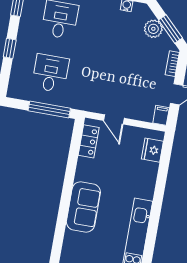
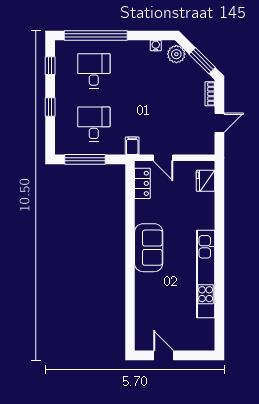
plant: (153, 29) -> (176, 54), moved
window: (49, 109) -> (85, 159), moved
filing cabinet: (161, 115) -> (132, 146), moved

